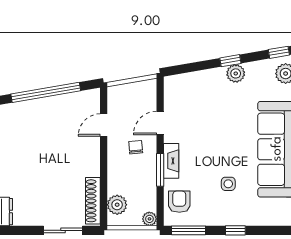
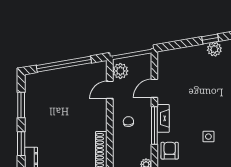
chair: (136, 147) -> (128, 122), moved
window: (160, 170) -> (154, 126), width x1.44
plant: (117, 205) -> (120, 71), moved

